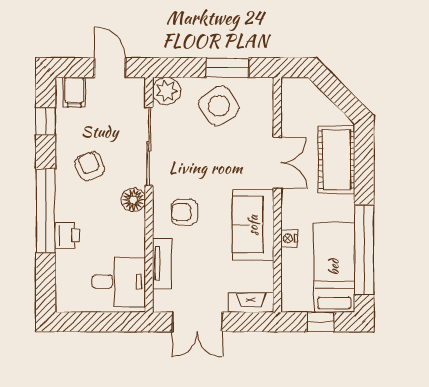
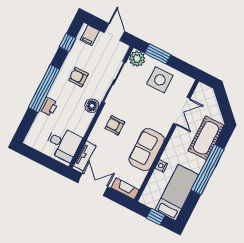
window: (227, 68) -> (158, 54), moved
side table: (219, 106) -> (160, 80), turned 35
double door: (277, 163) -> (182, 111), moved
armchair: (90, 166) -> (78, 77), turned -67
window: (364, 250) -> (208, 170), moved
tv unit: (162, 263) -> (85, 156), moved
double door: (197, 322) -> (93, 185), swing flipped

